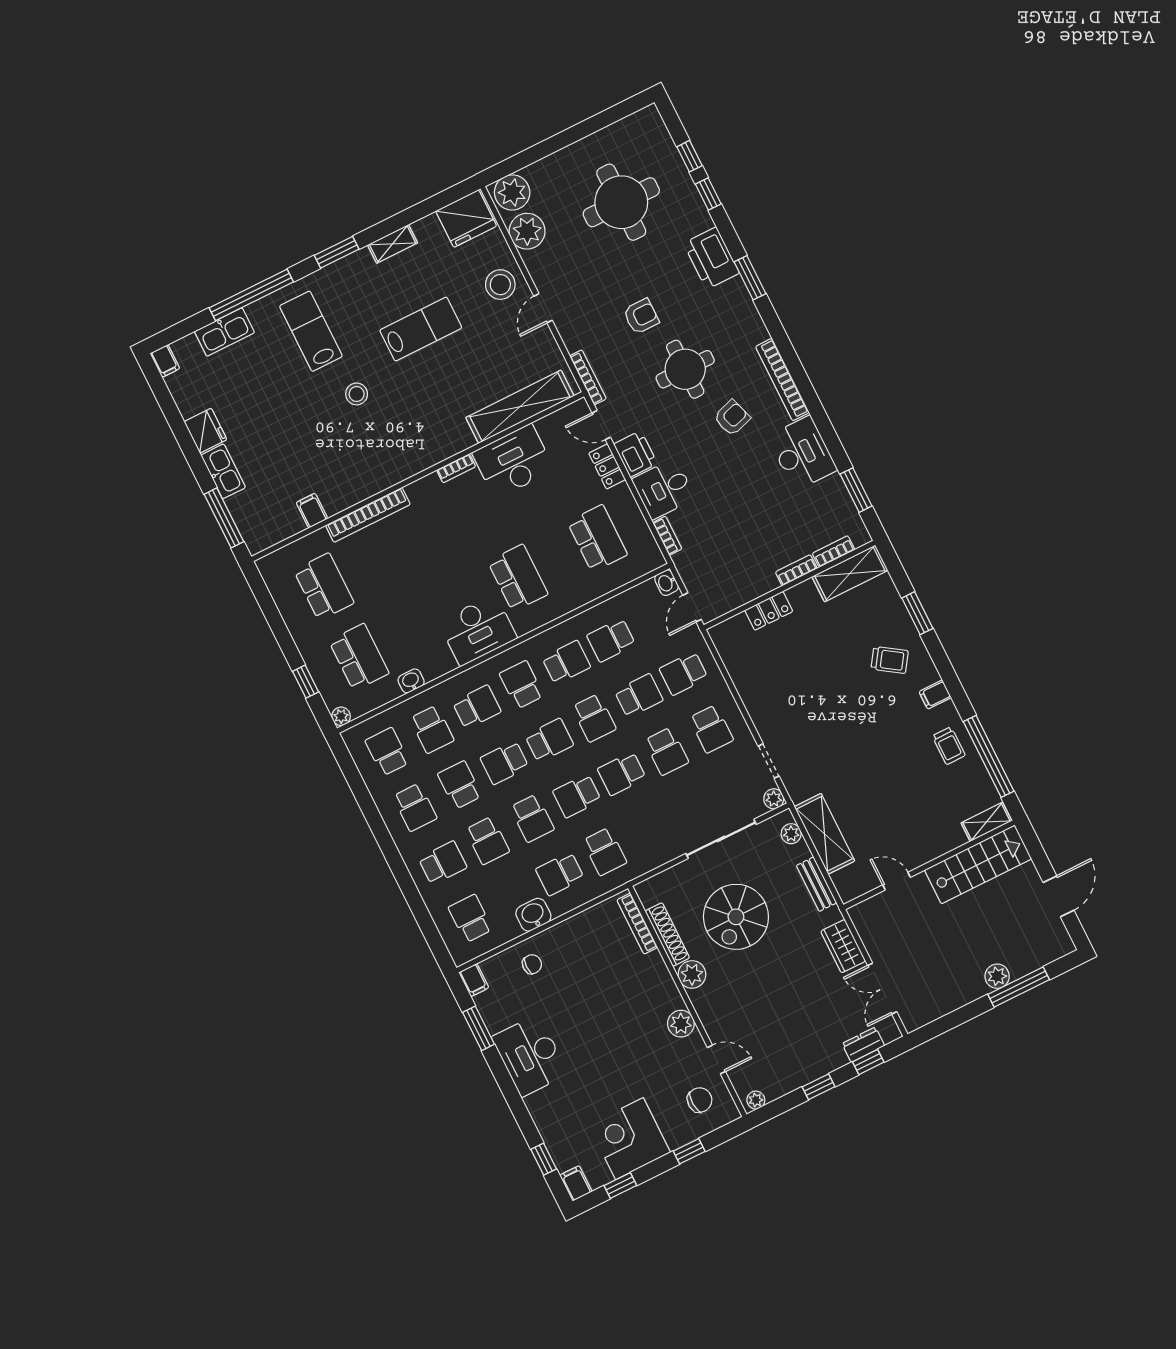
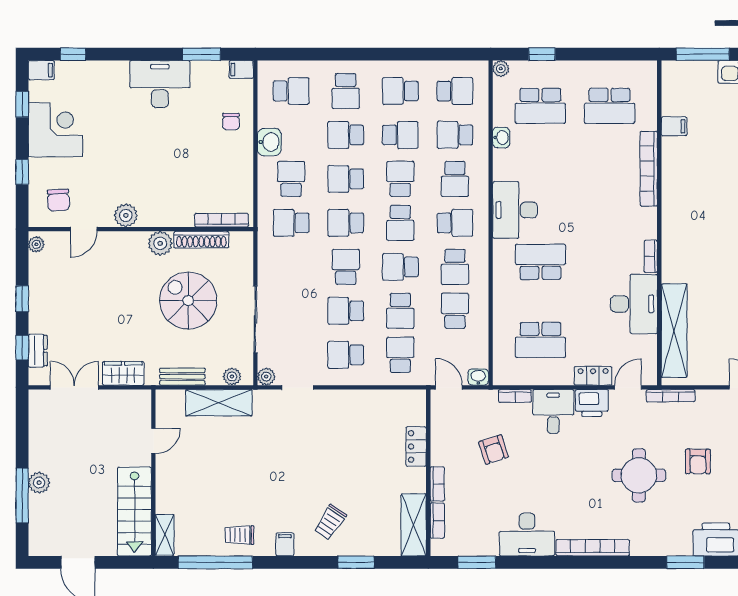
armchair: (732, 418) -> (494, 450), moved
school desk: (518, 578) -> (540, 262), turned 180
school desk: (577, 796) -> (346, 223), turned -90

